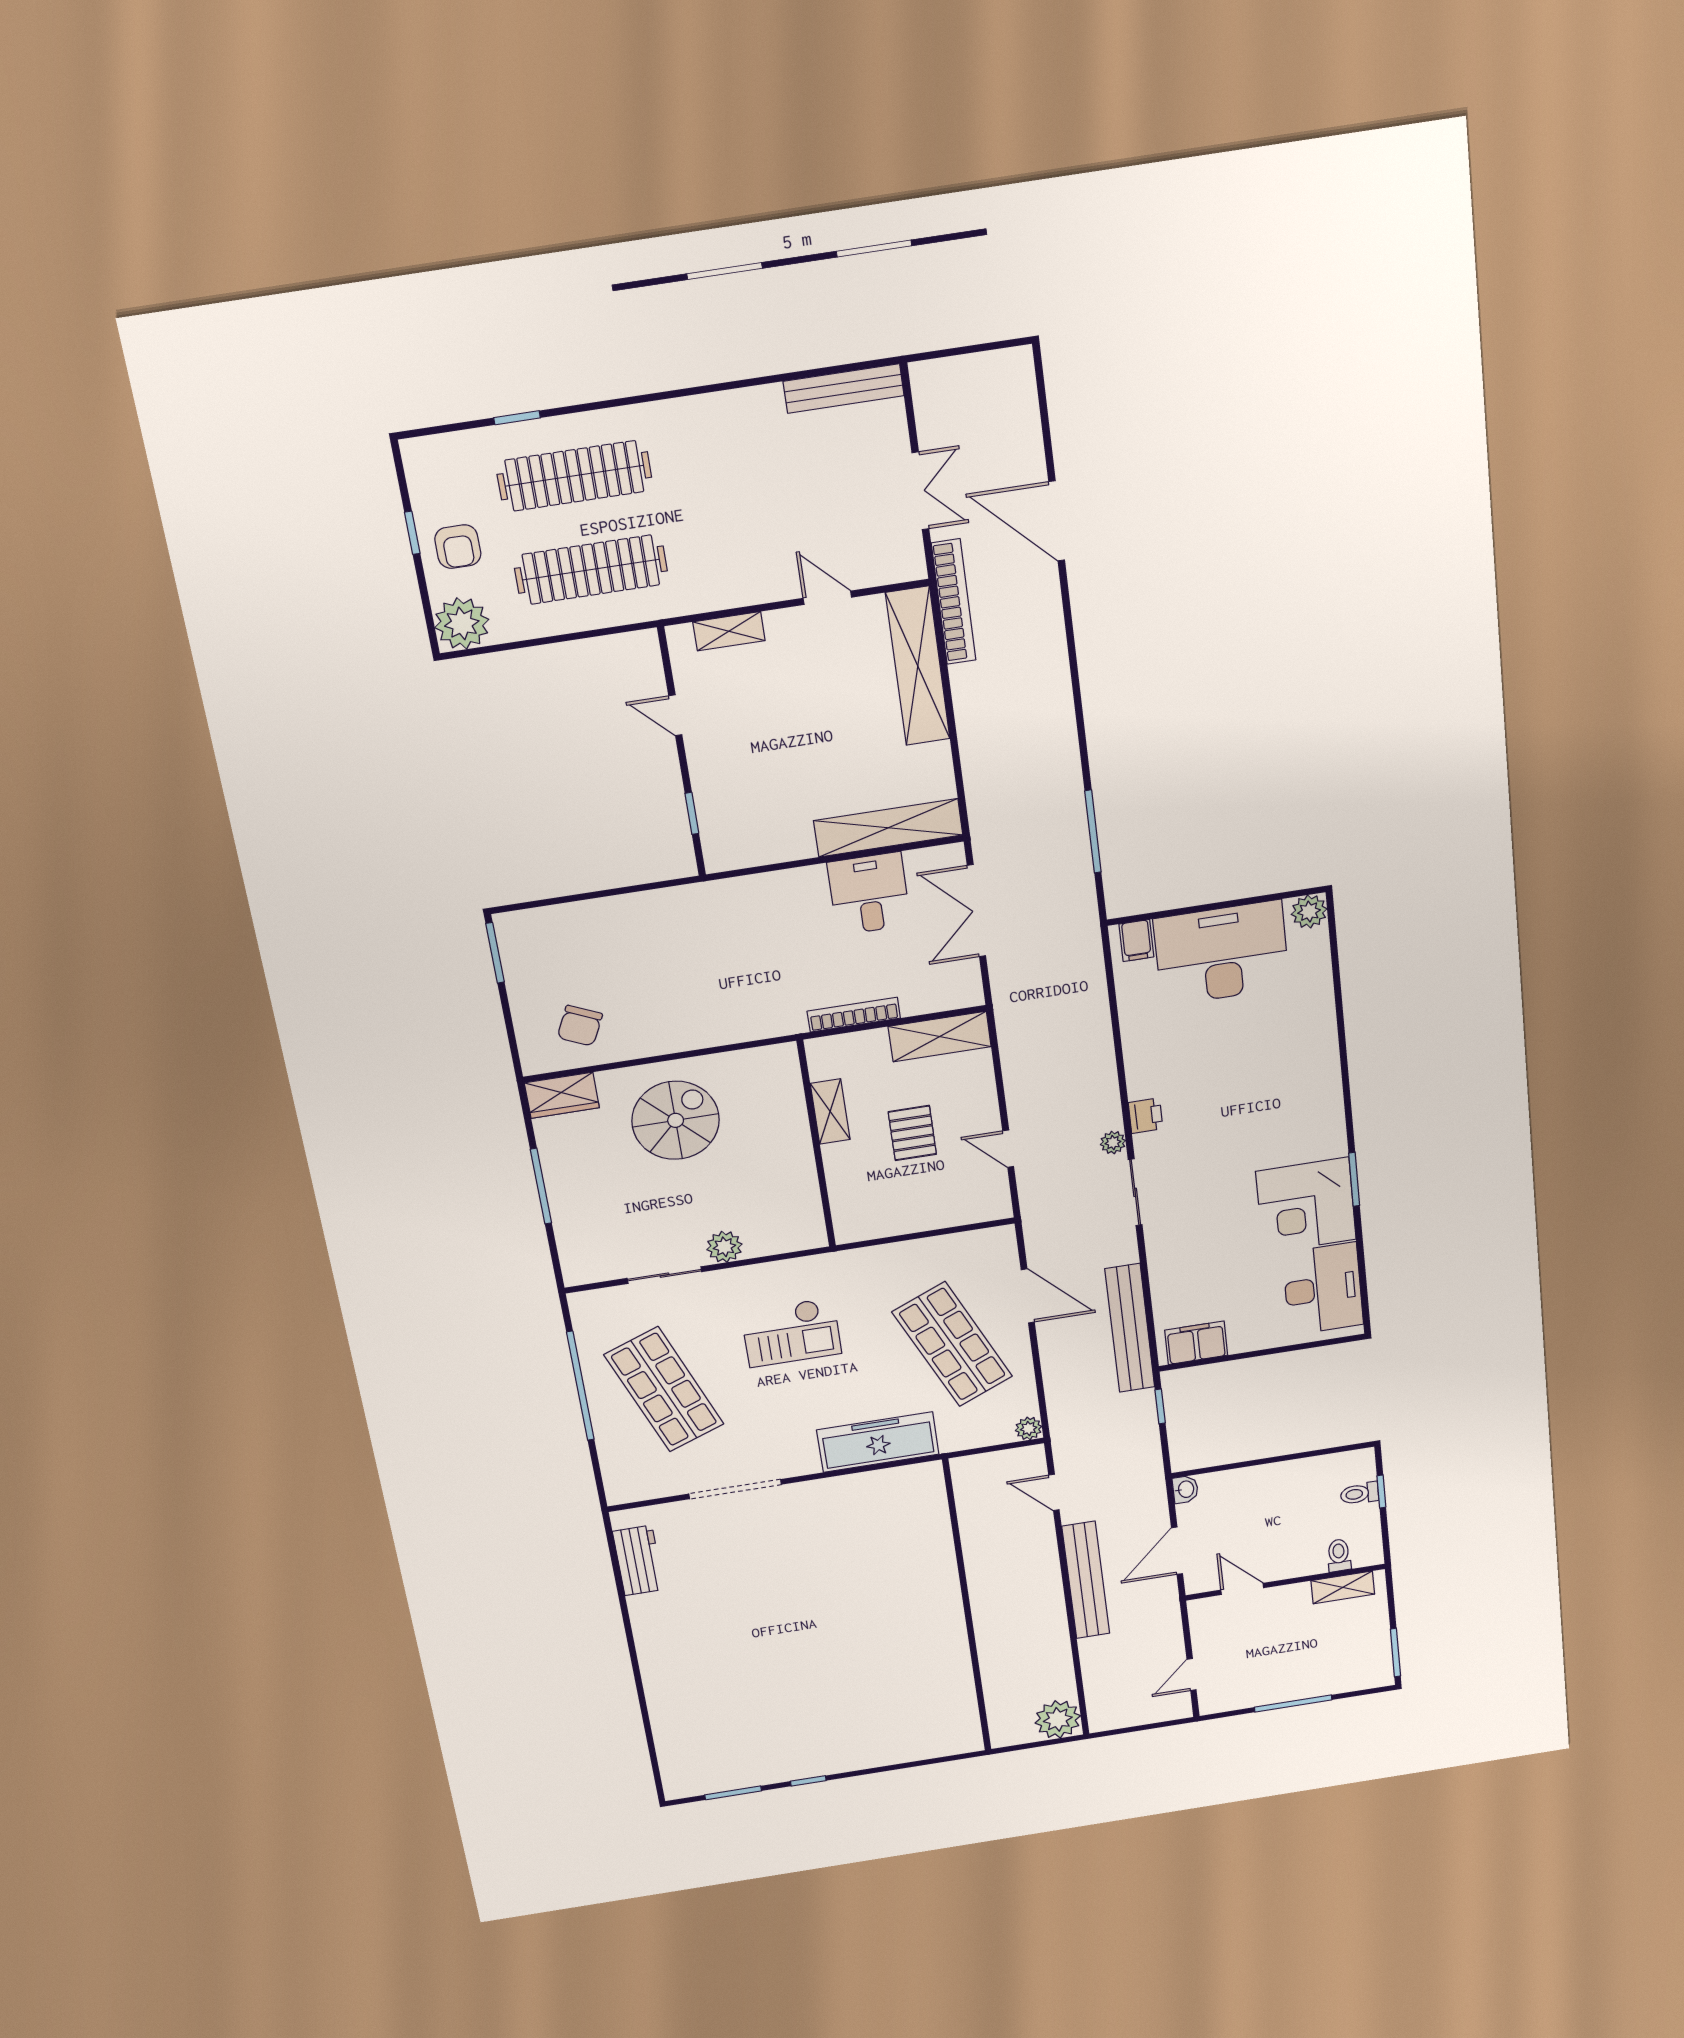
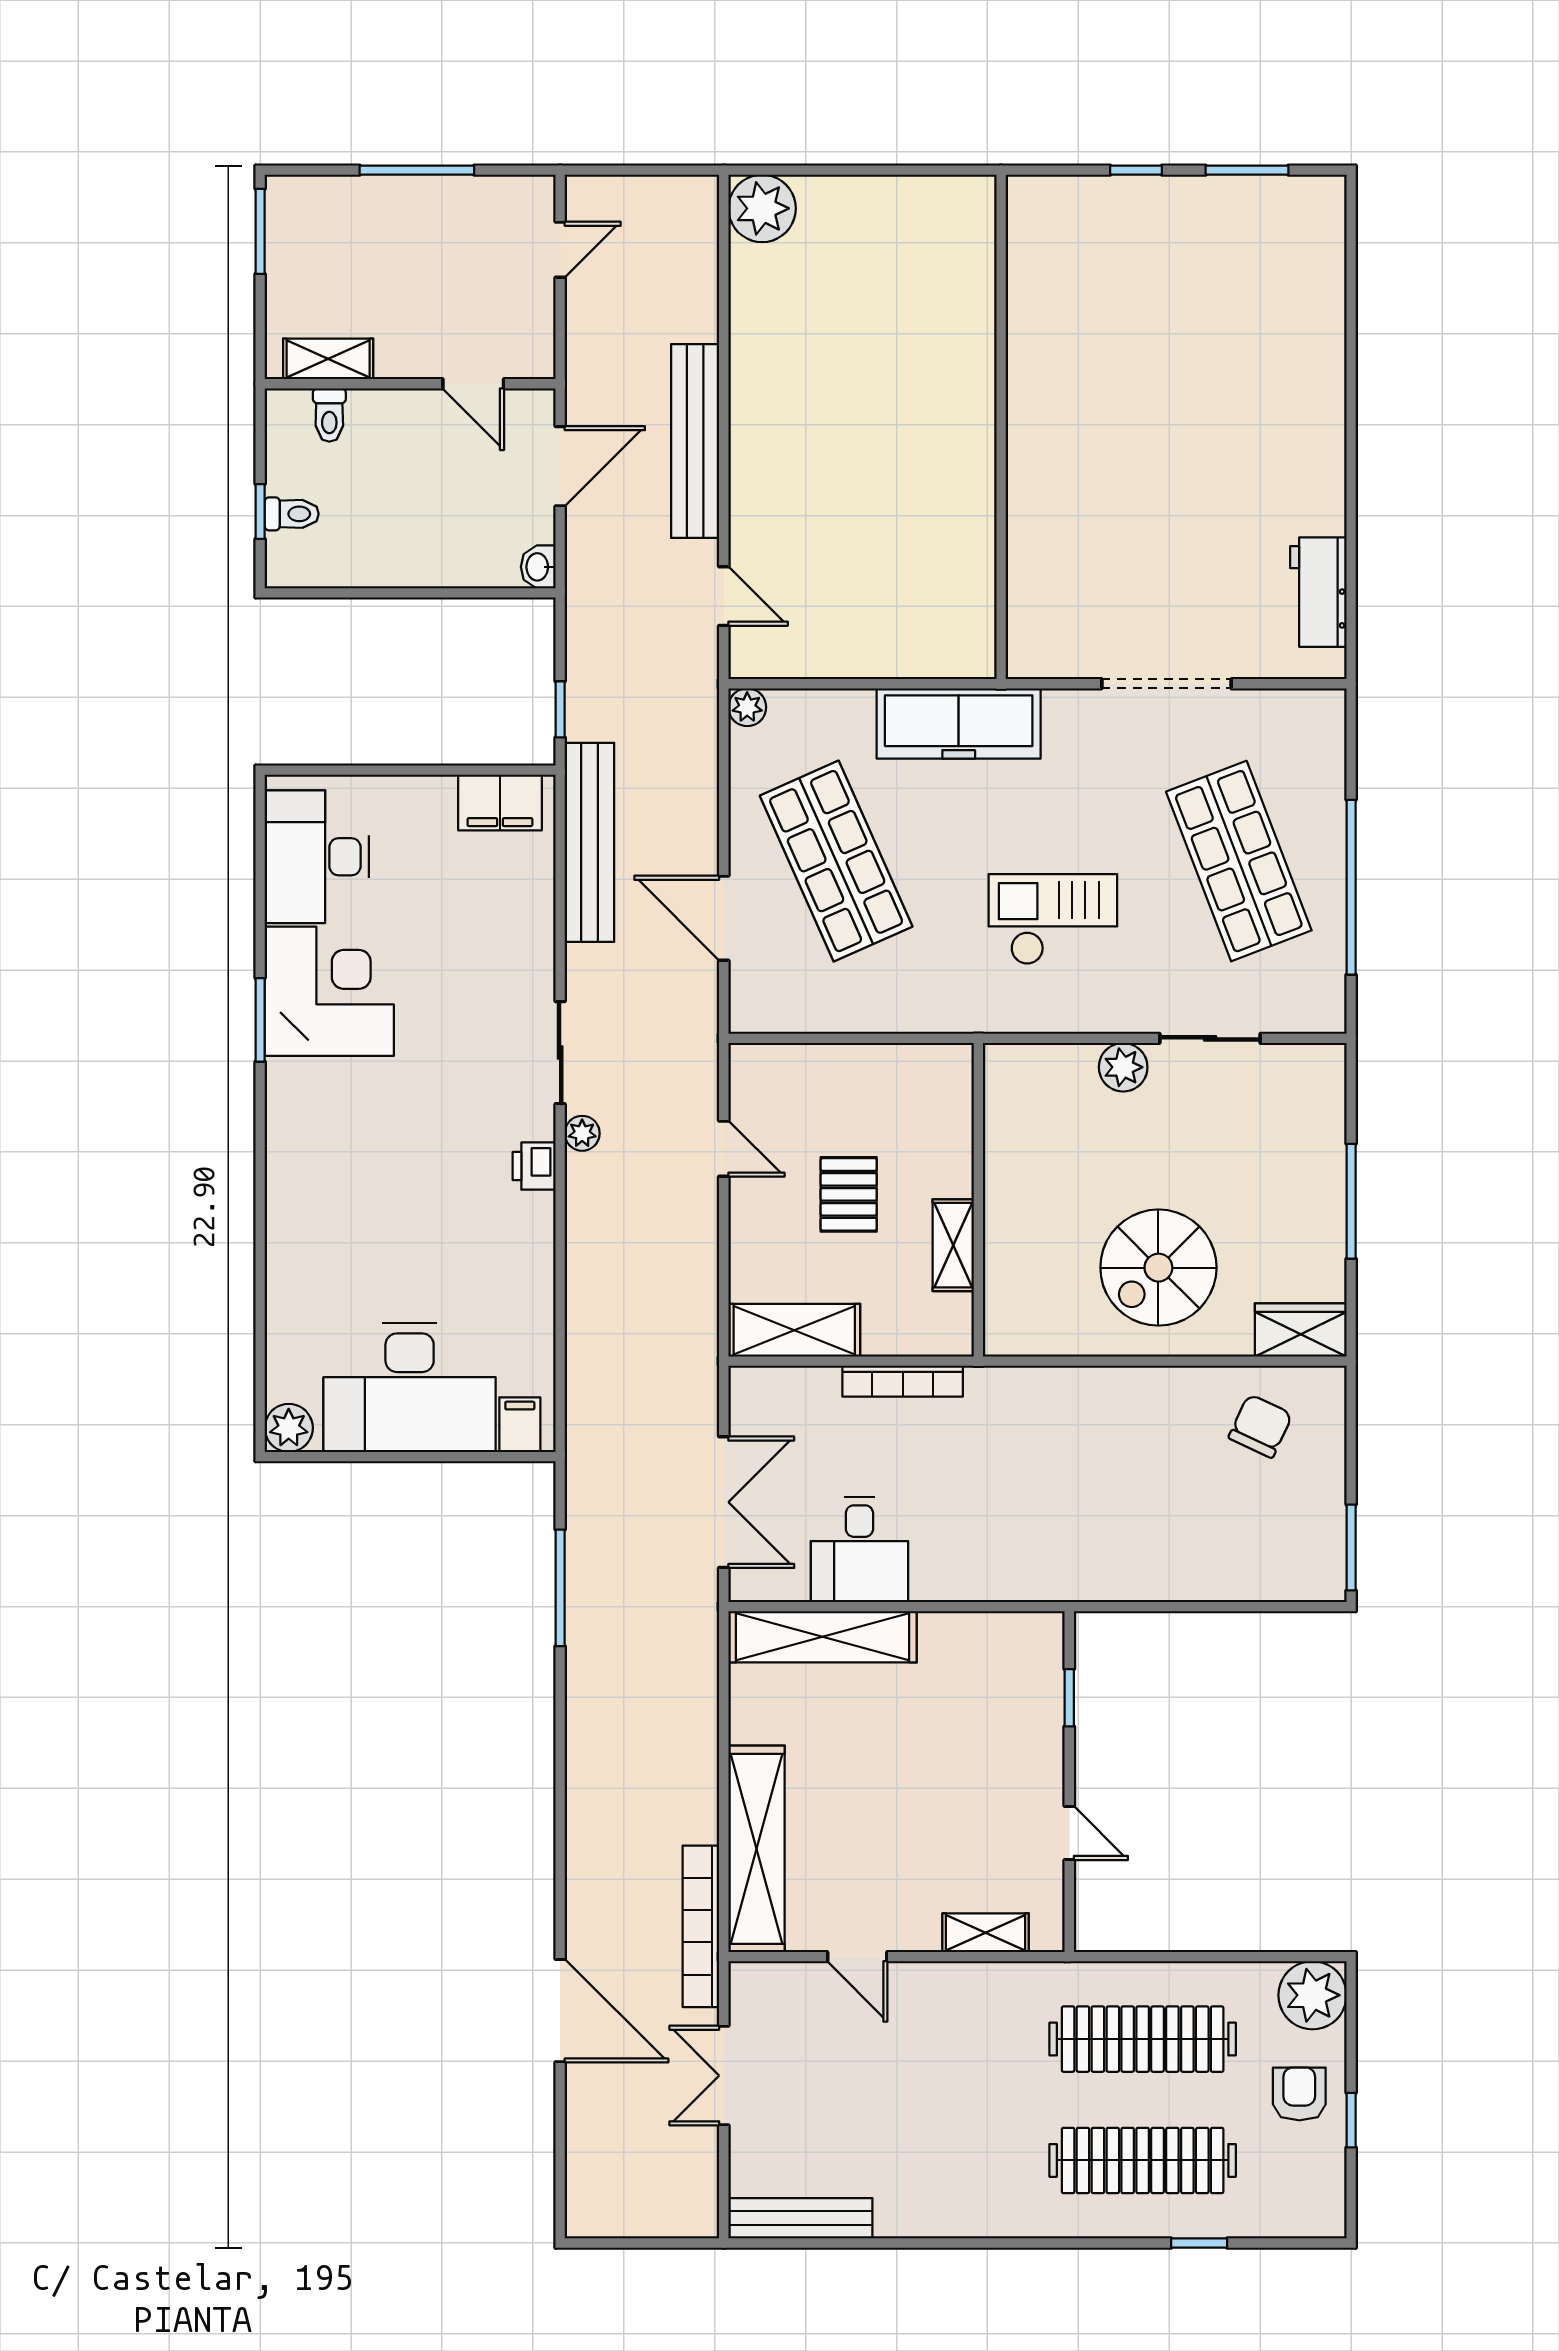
wall: (967, 1607) -> (1001, 427), moved

